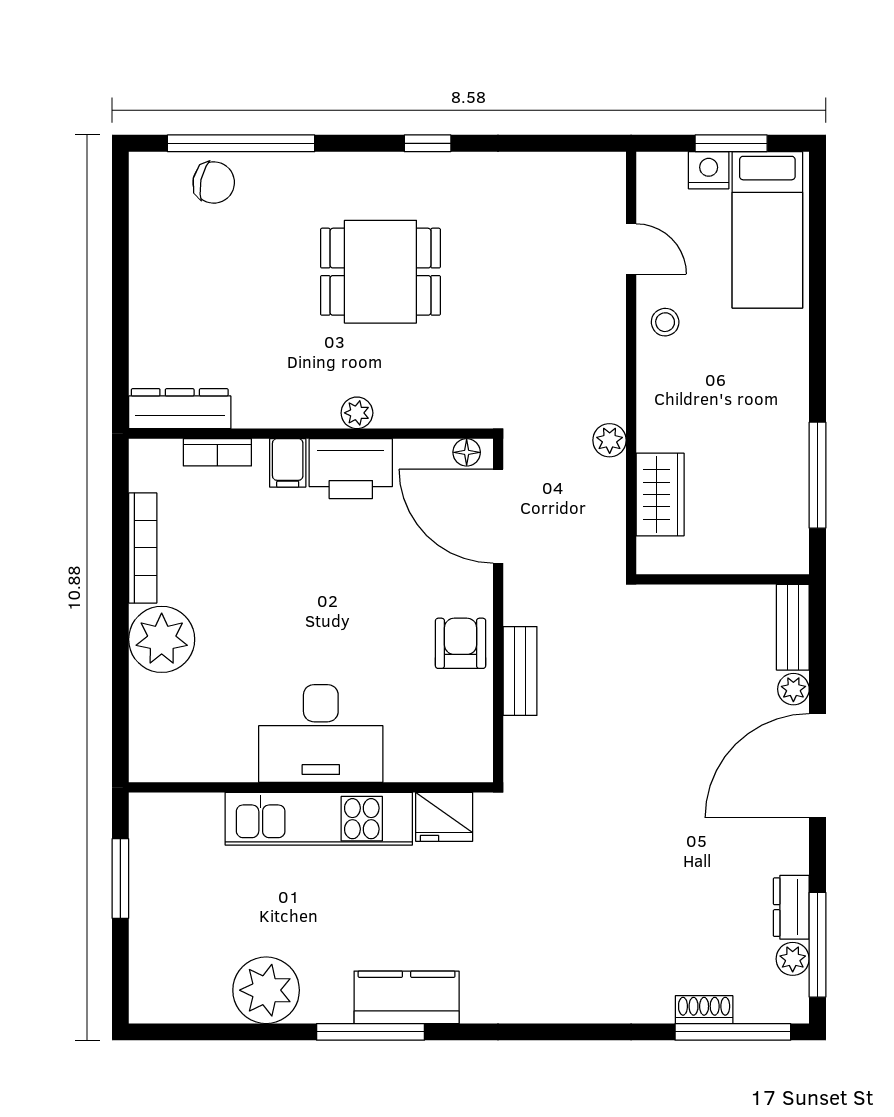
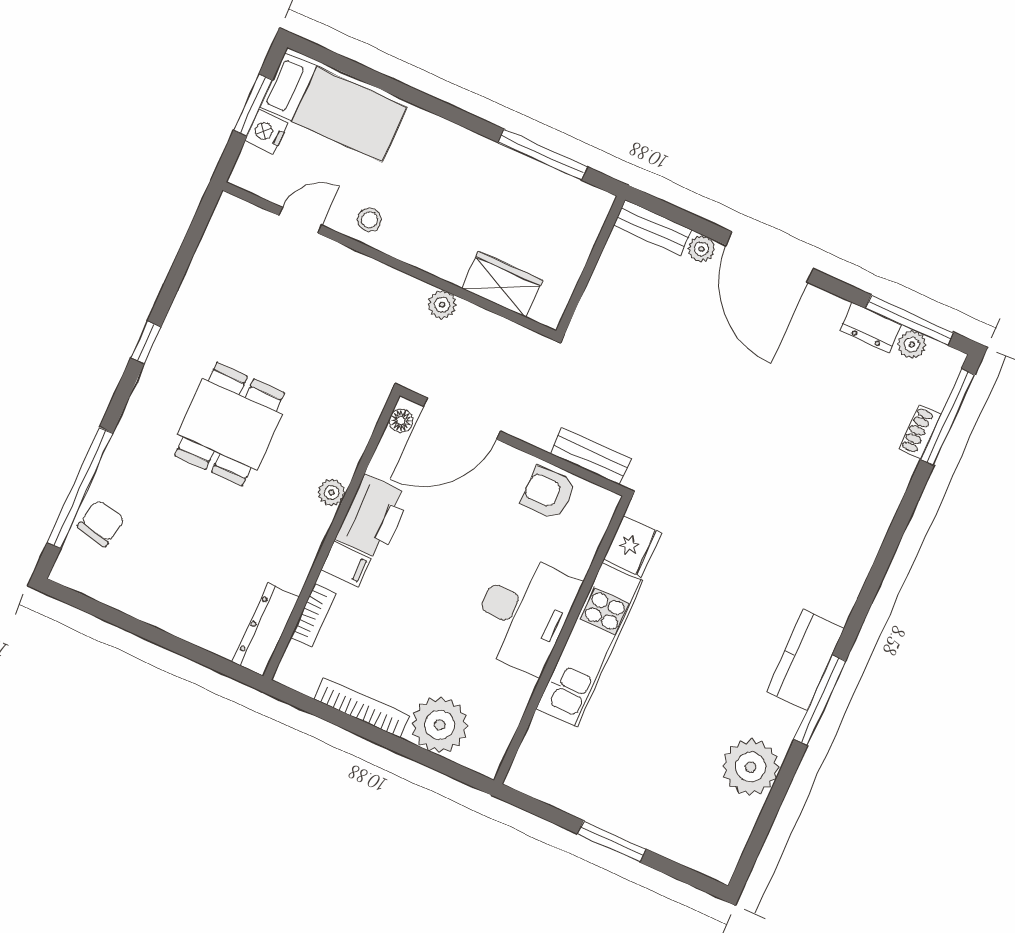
desk: (321, 733) -> (524, 613), moved
wall: (311, 787) -> (562, 640), moved
fridge: (444, 817) -> (632, 546), moved
kitchen unit: (319, 819) -> (590, 645), moved

